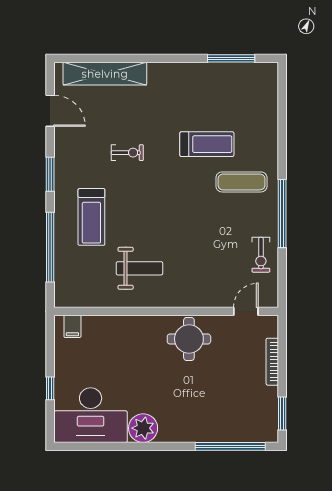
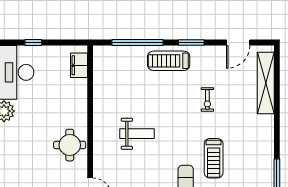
treadmill: (91, 217) -> (169, 61), moved
weight bench: (139, 268) -> (137, 134), moved, turned -90
filing cabinet: (72, 326) -> (79, 65), width x2.00

